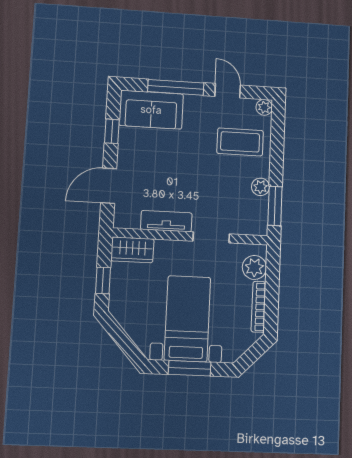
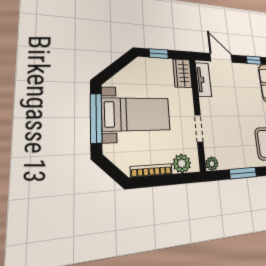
plant: (260, 187) -> (212, 164), moved
window: (275, 206) -> (243, 173), moved
tv unit: (166, 221) -> (203, 80), moved
window: (190, 368) -> (96, 118), width x1.44

